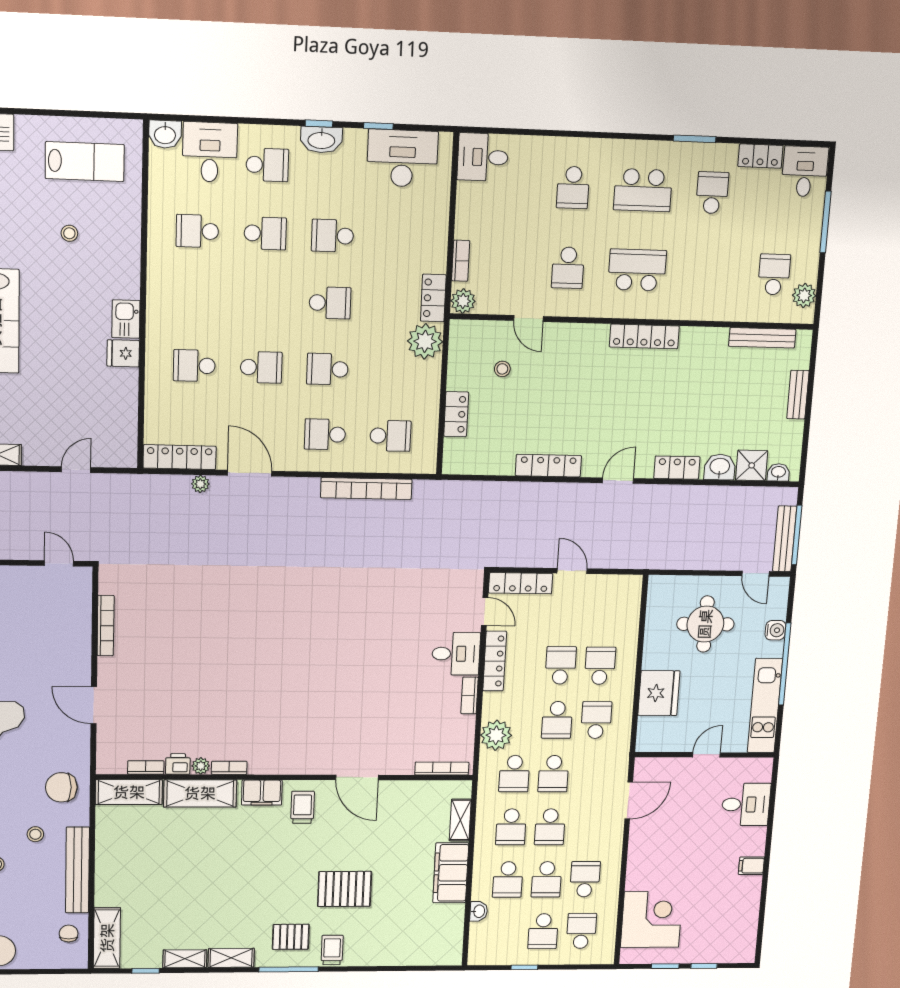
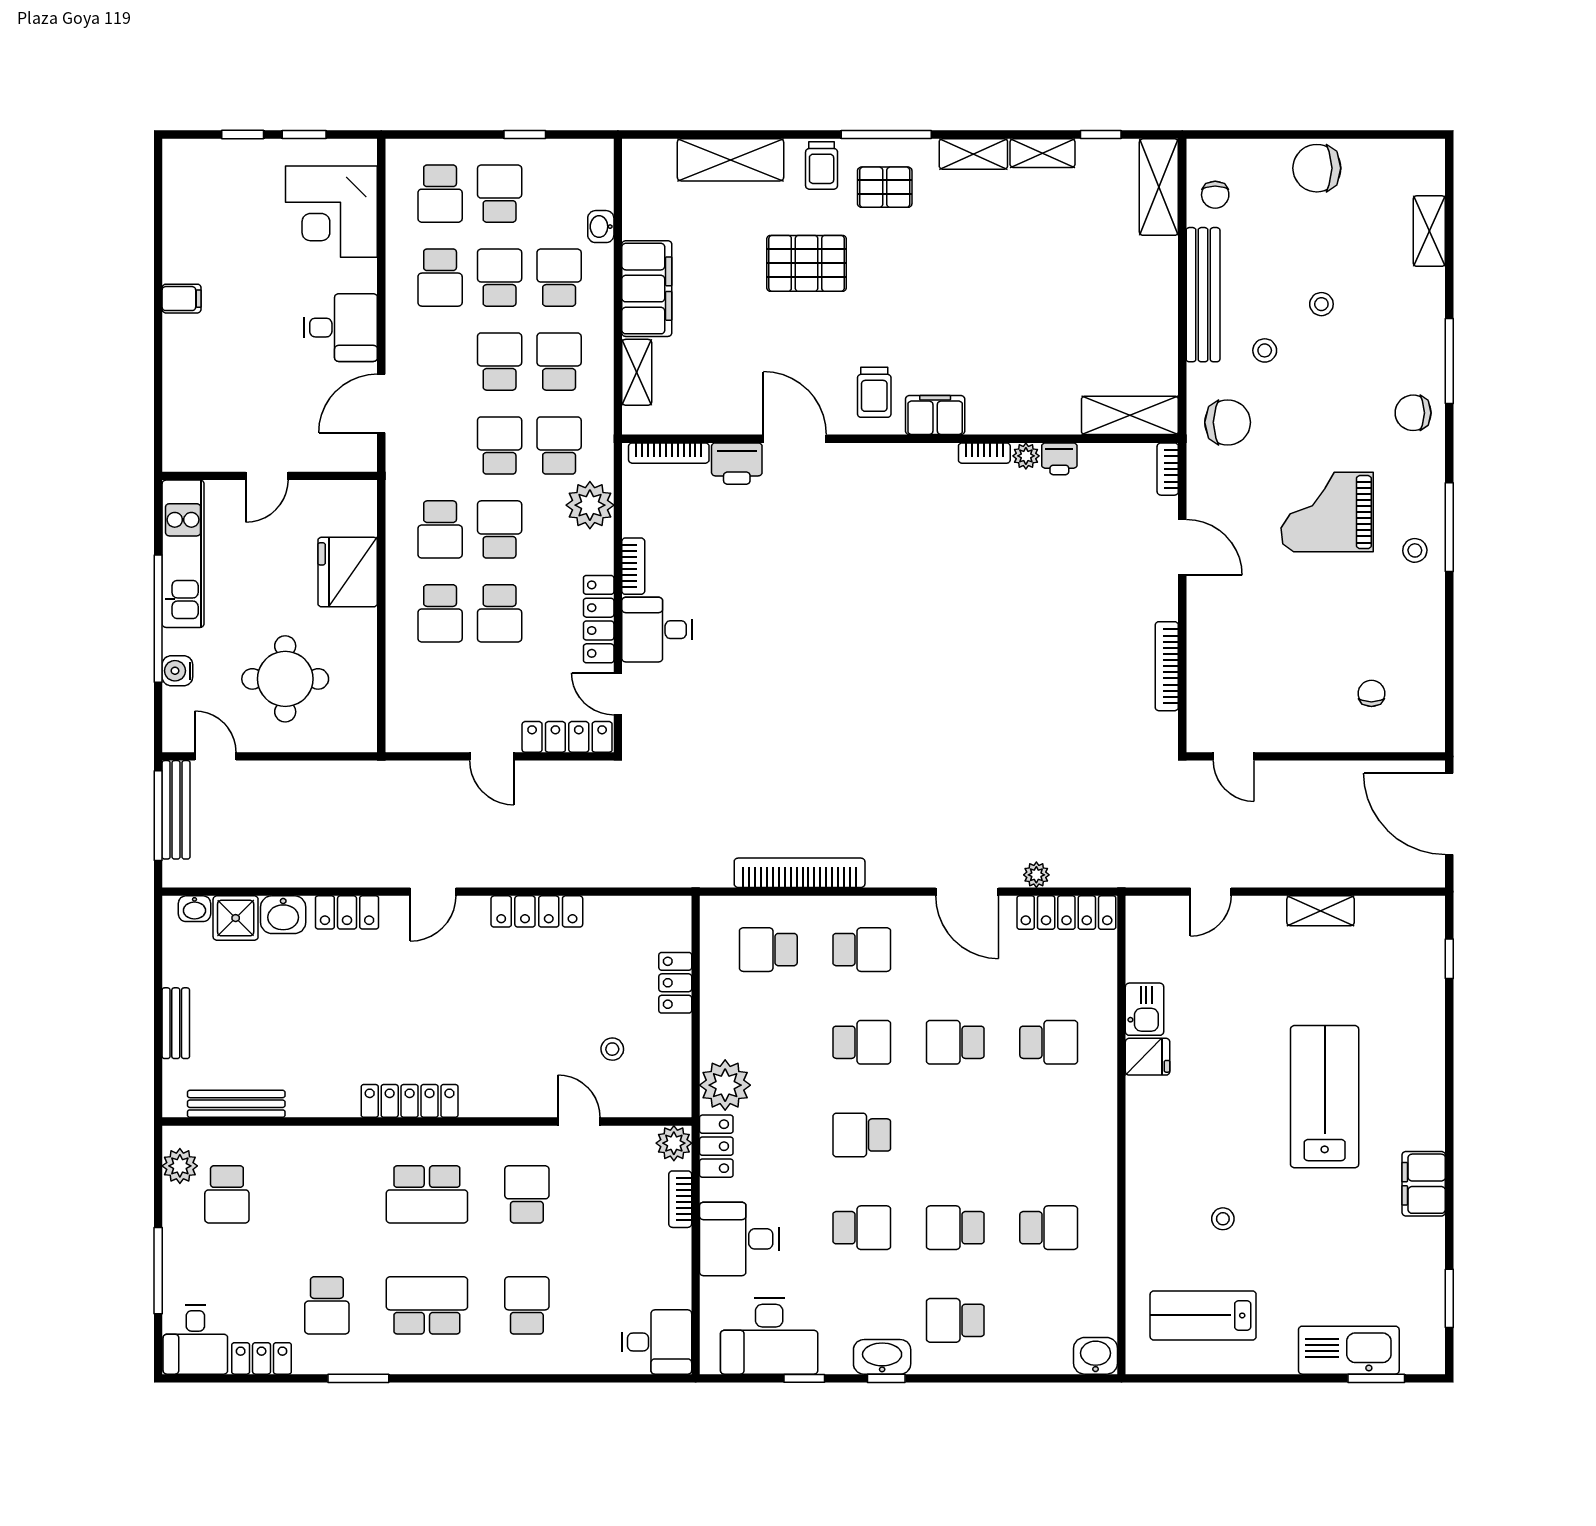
desk: (210, 152) -> (739, 1239), moved, turned 90
kitchen sink: (126, 319) -> (1145, 1009), moved
printer: (397, 762) -> (737, 464), added
bookcase: (146, 767) -> (1168, 469), moved, turned 90
shelving: (200, 793) -> (730, 160), moved
desk: (746, 804) -> (341, 328), moved, turned 180

